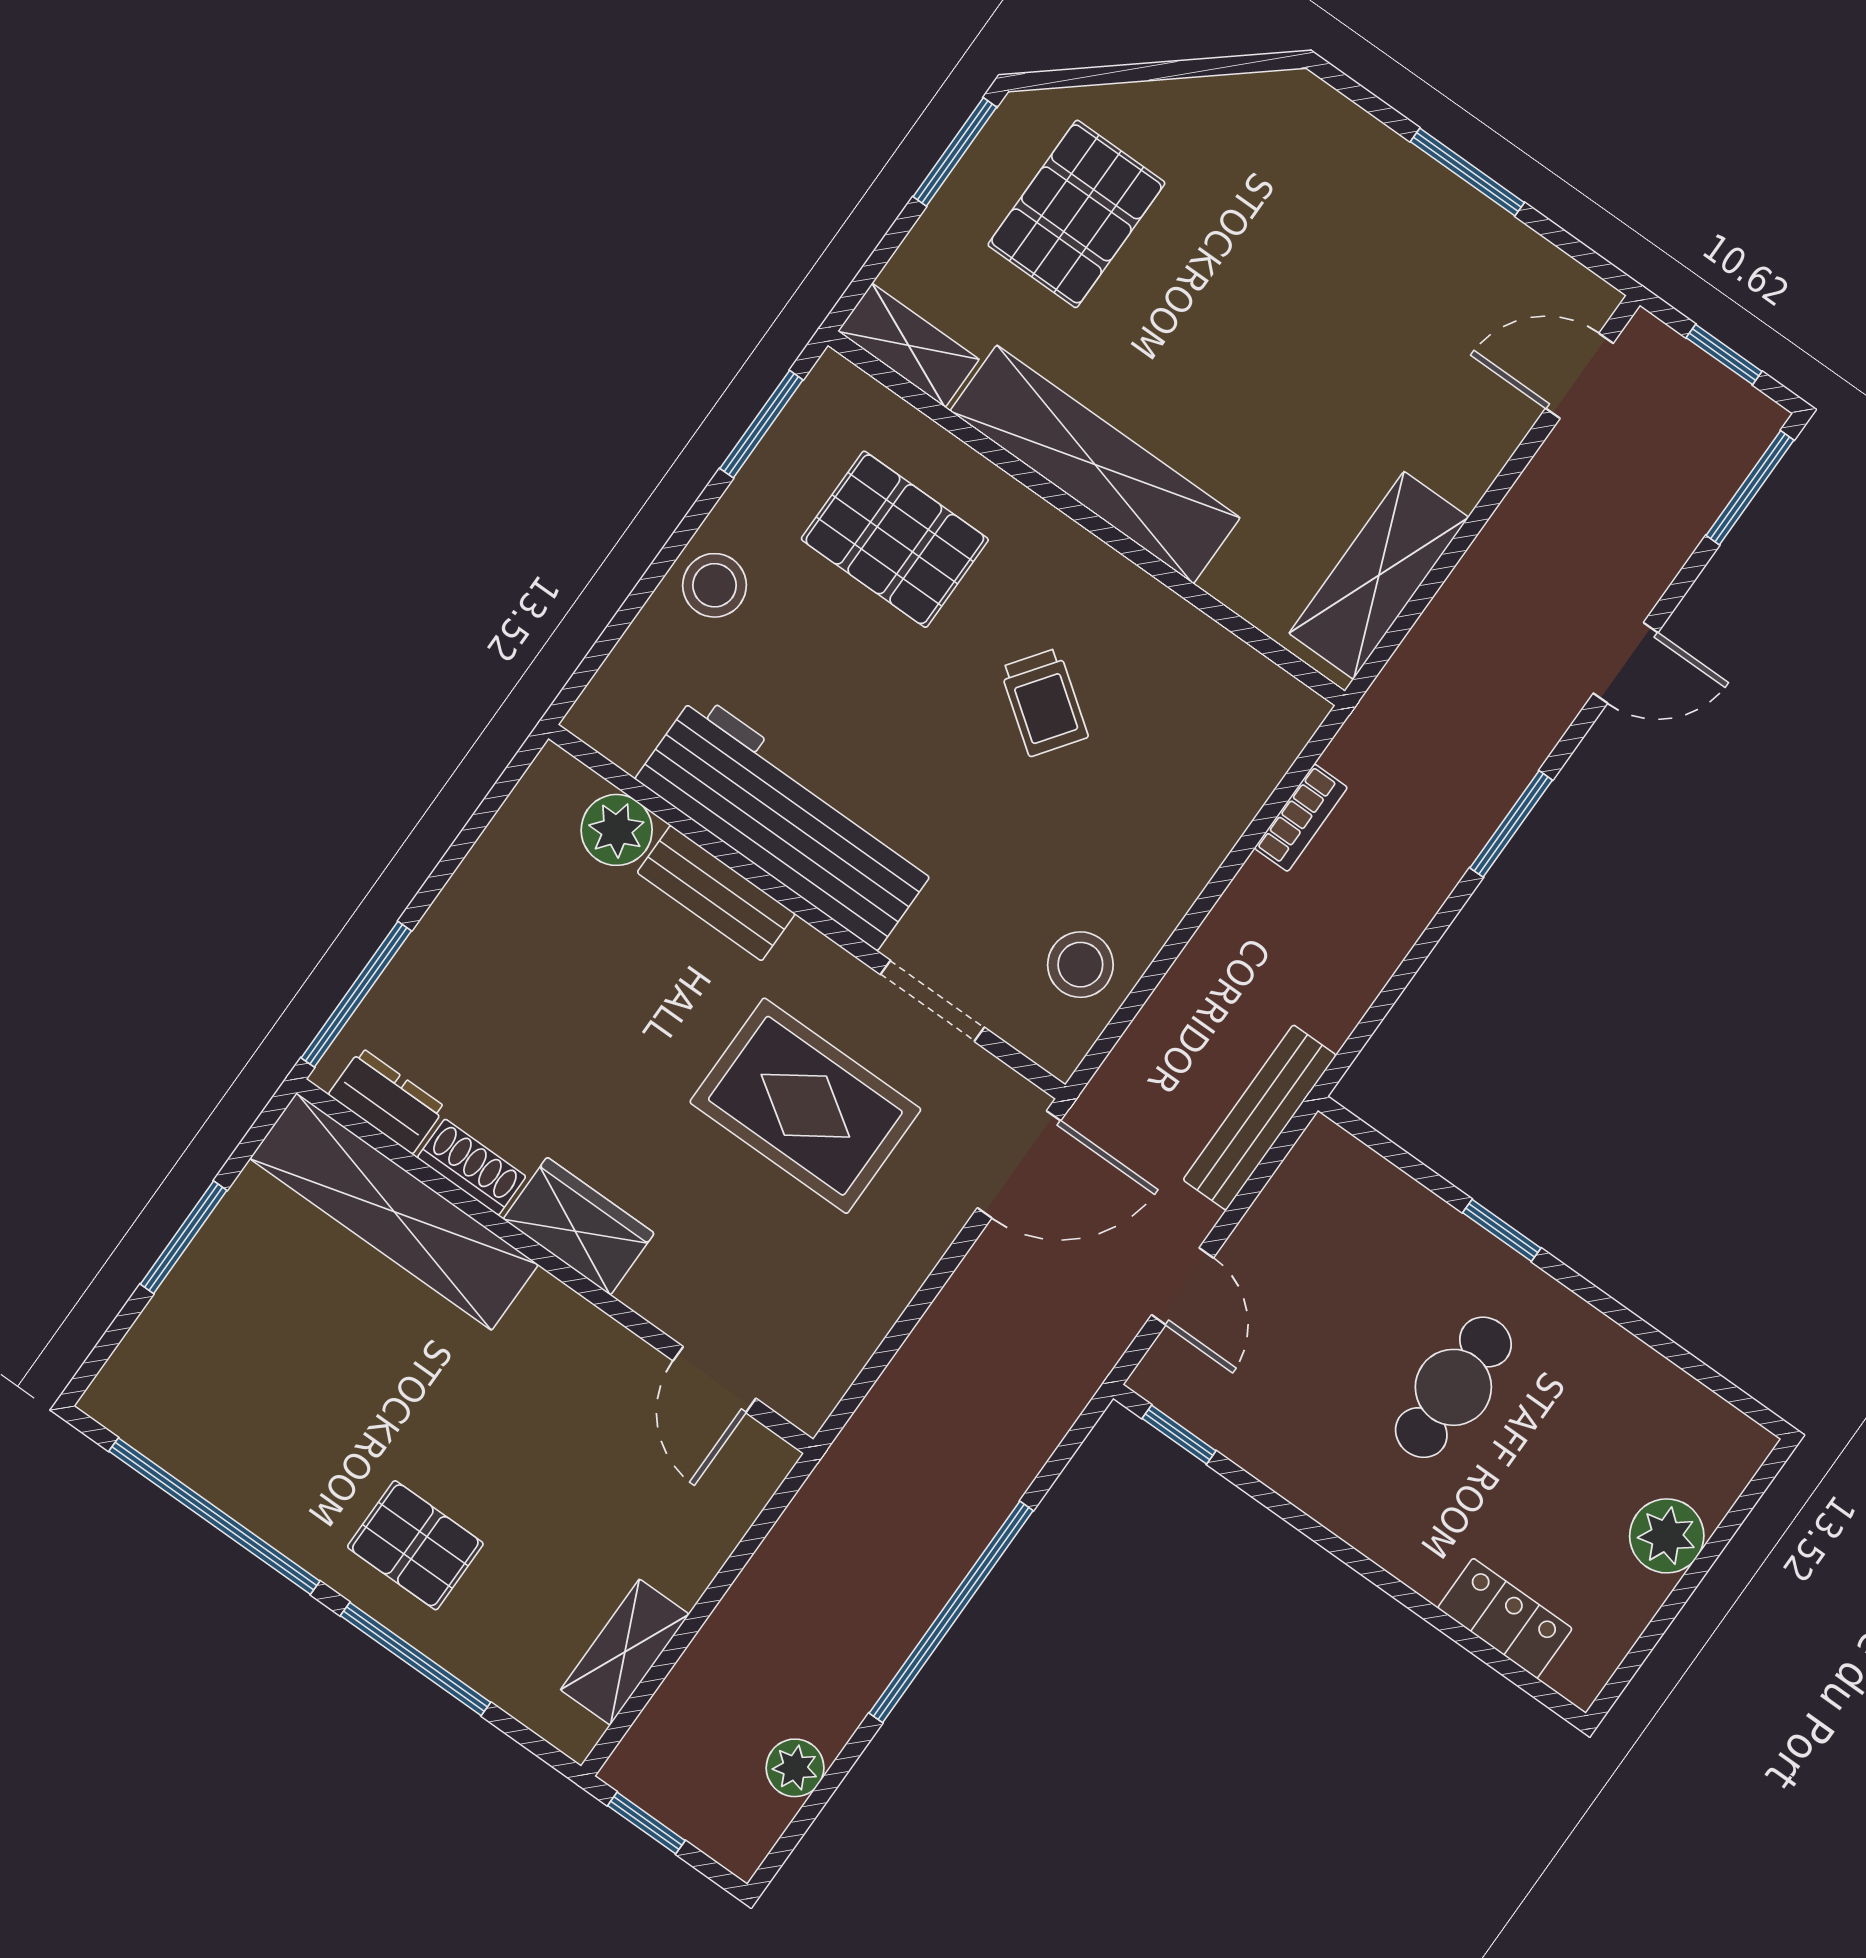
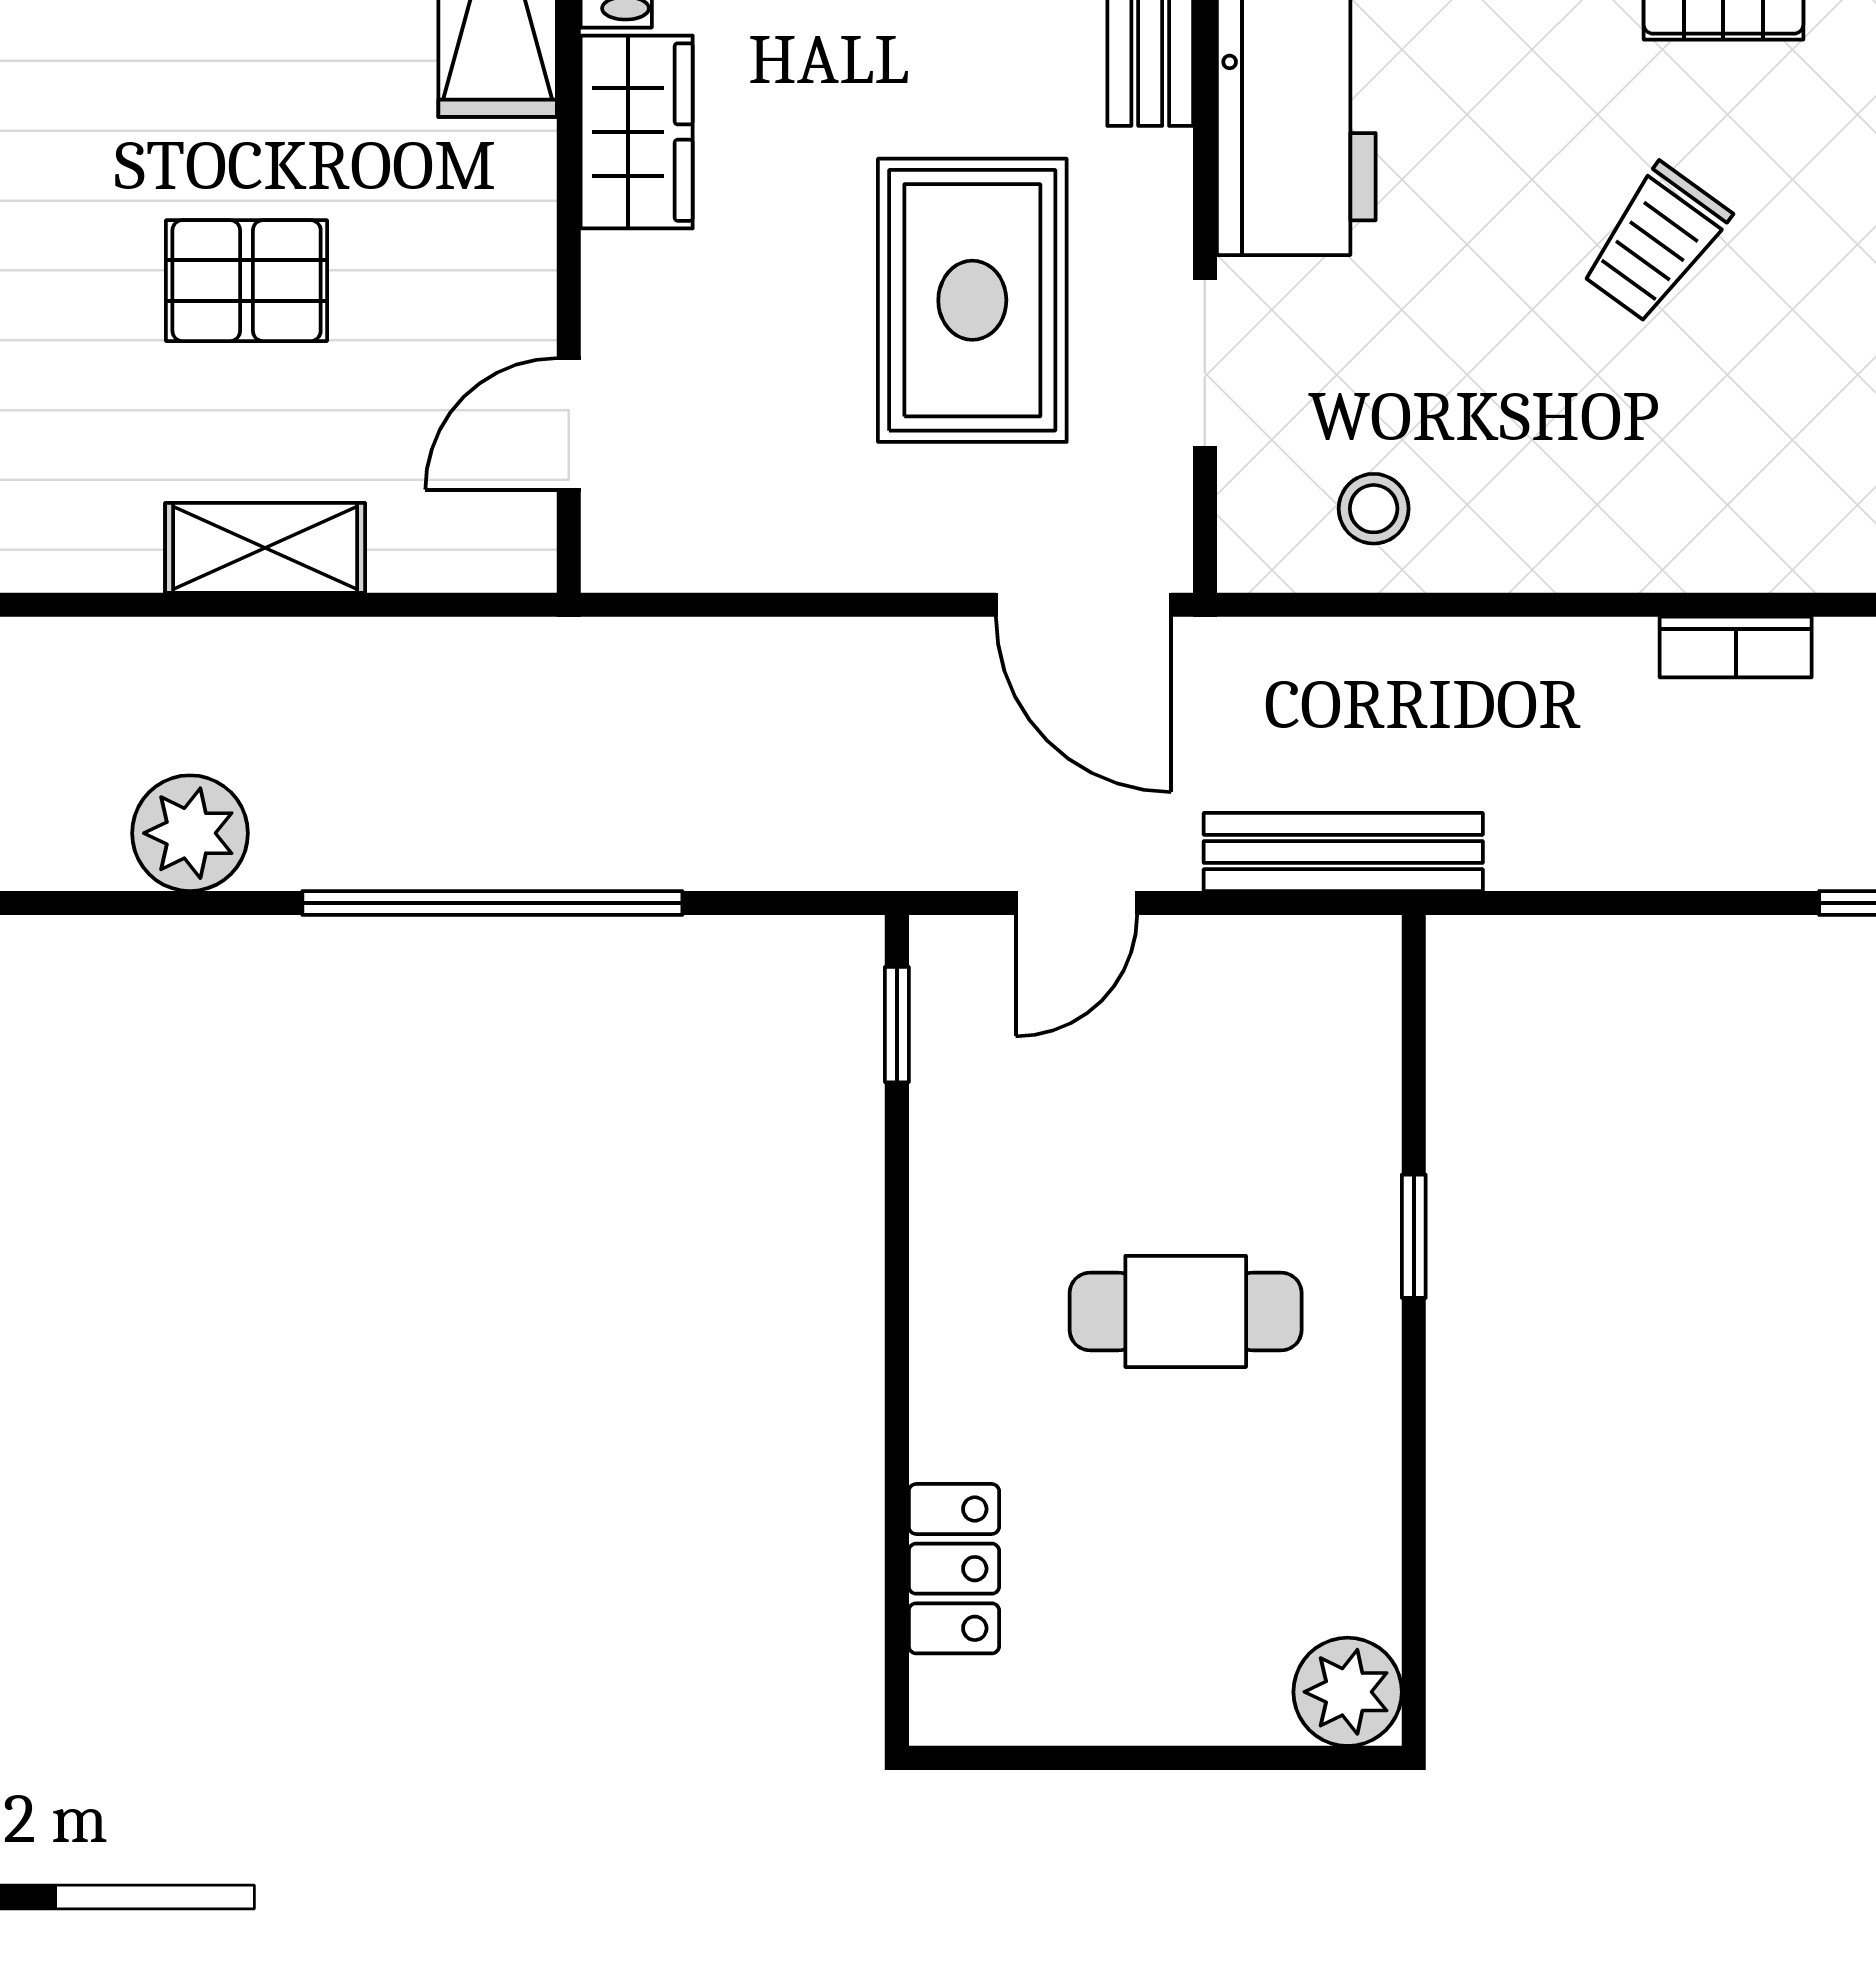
stool: (1080, 965) -> (1374, 509), width x0.73, depth x0.73
plant: (1667, 1536) -> (1348, 1692), moved
pallet: (415, 1545) -> (247, 281), moved, turned 90
shelving: (625, 1652) -> (265, 548), moved
plant: (795, 1768) -> (190, 833), width x1.38, depth x1.38

